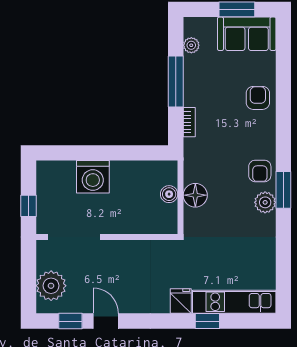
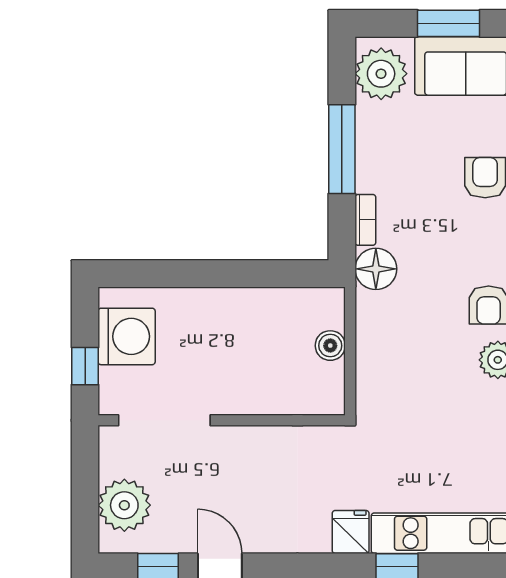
plant: (191, 45) -> (381, 74), width x1.88, depth x1.88
washing machine: (93, 177) -> (127, 336), moved, turned -90
floor lamp: (195, 195) -> (376, 269), moved

